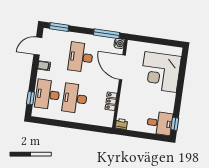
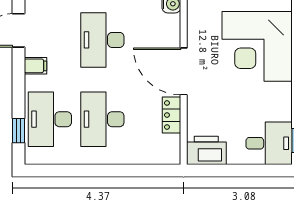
door: (122, 67) -> (184, 71), moved
printer: (121, 124) -> (206, 150), width x1.87, depth x1.48

